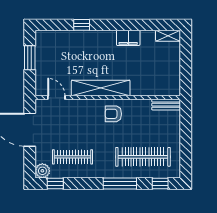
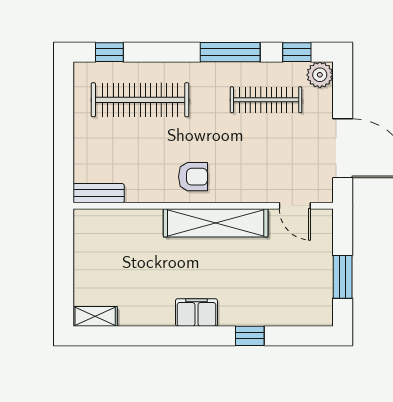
filing cabinet: (128, 38) -> (196, 312), moved
window: (120, 184) -> (230, 52), moved

